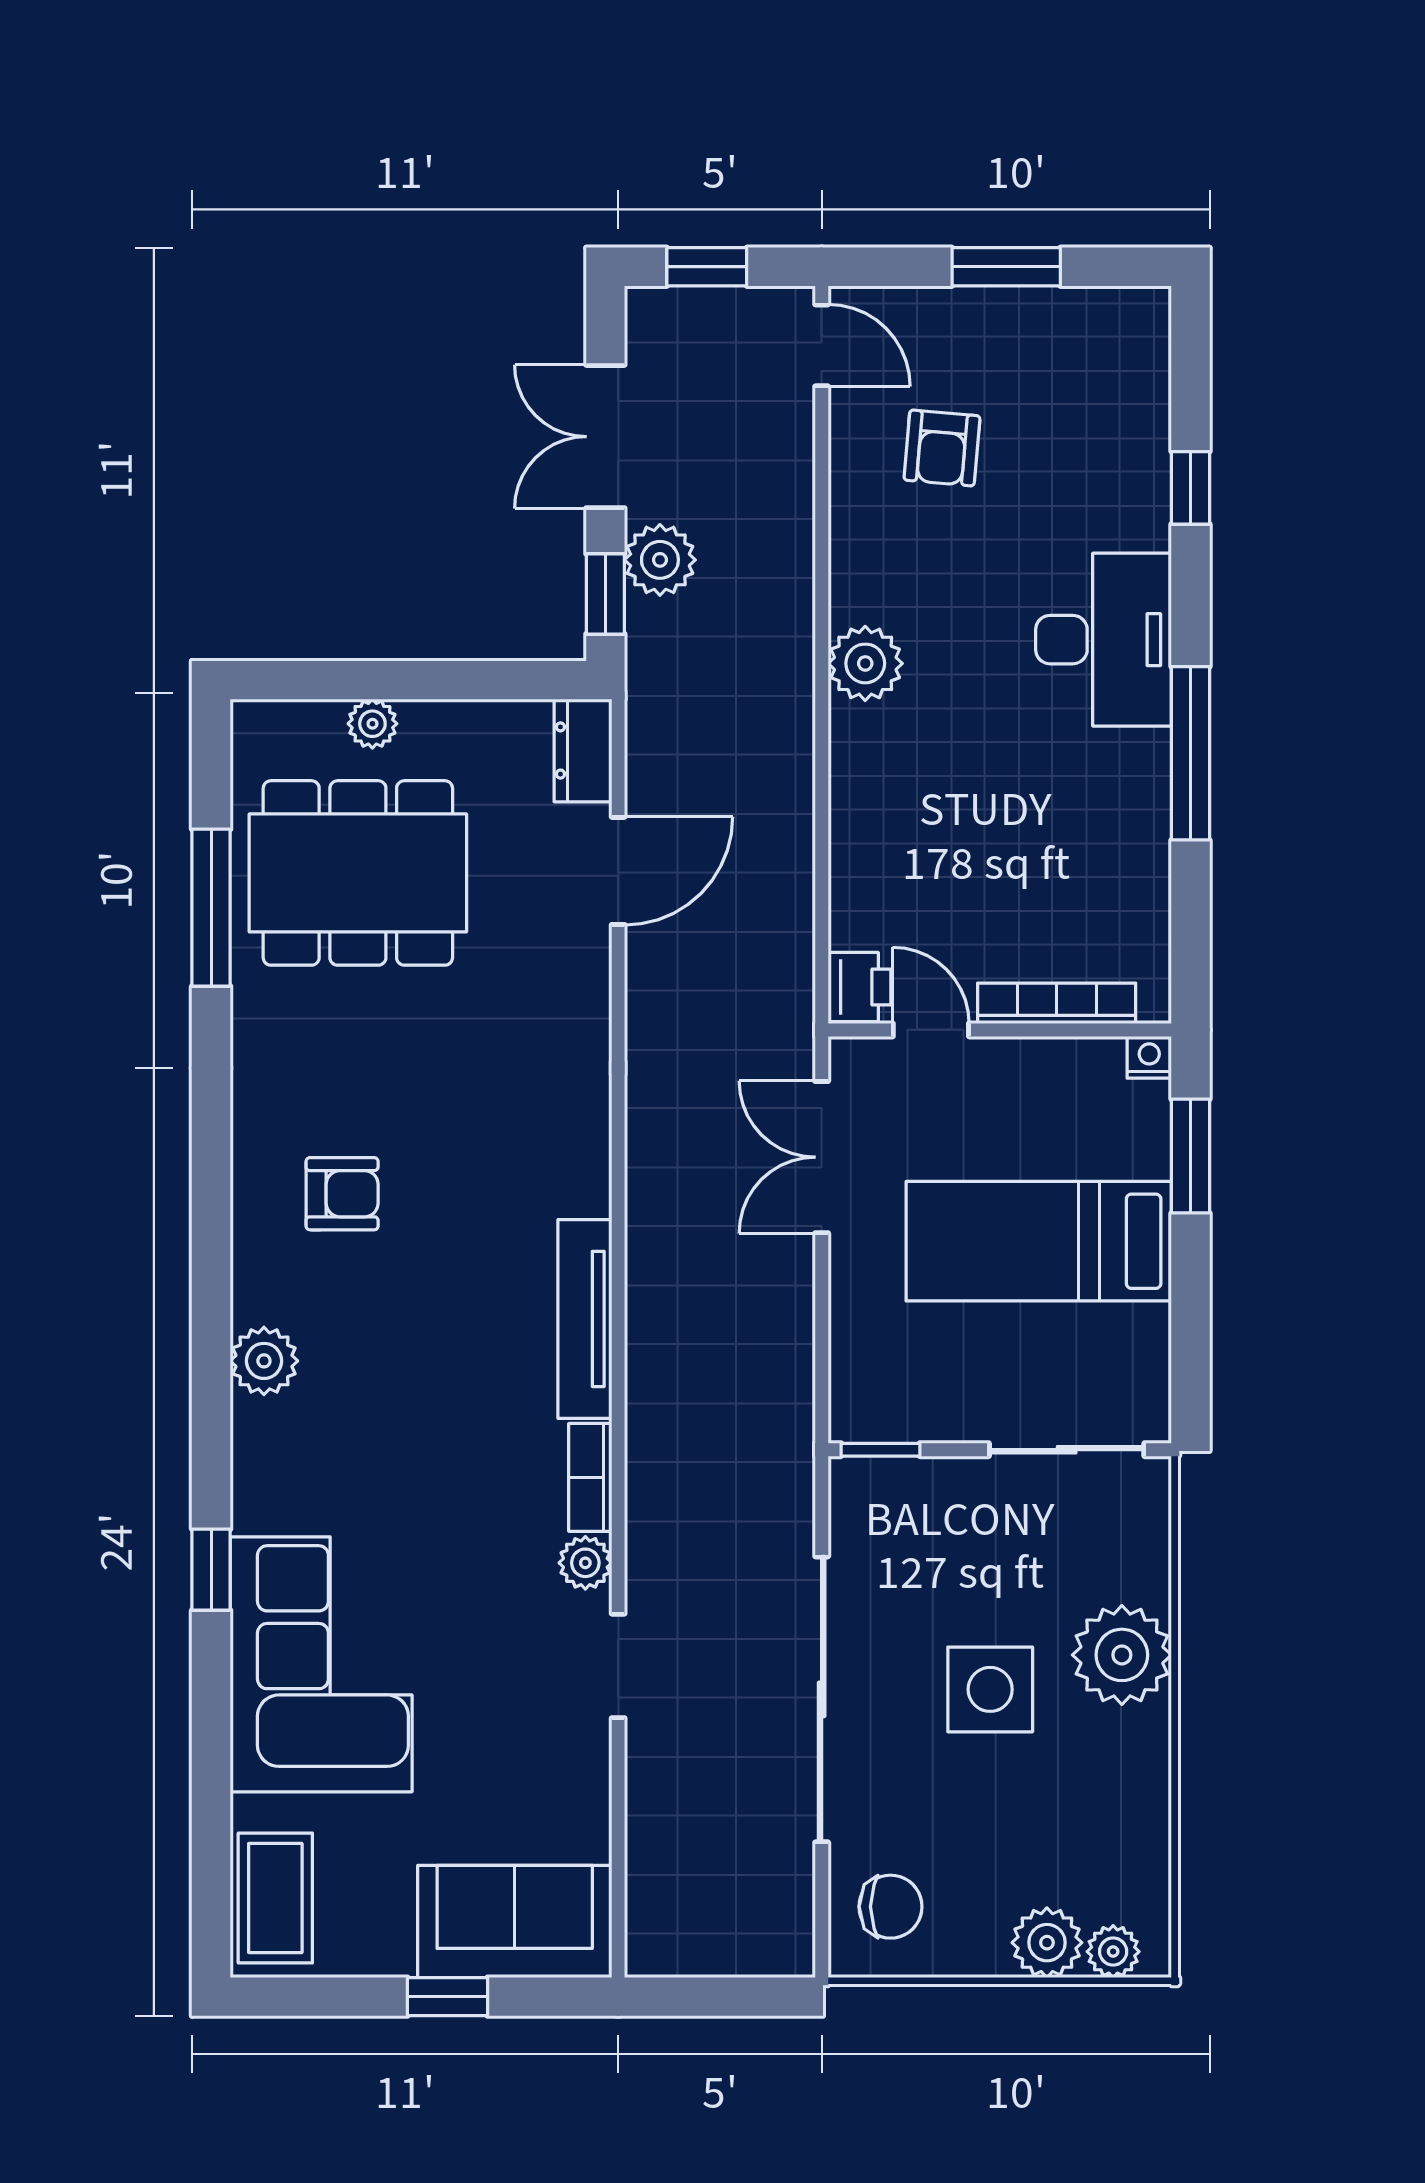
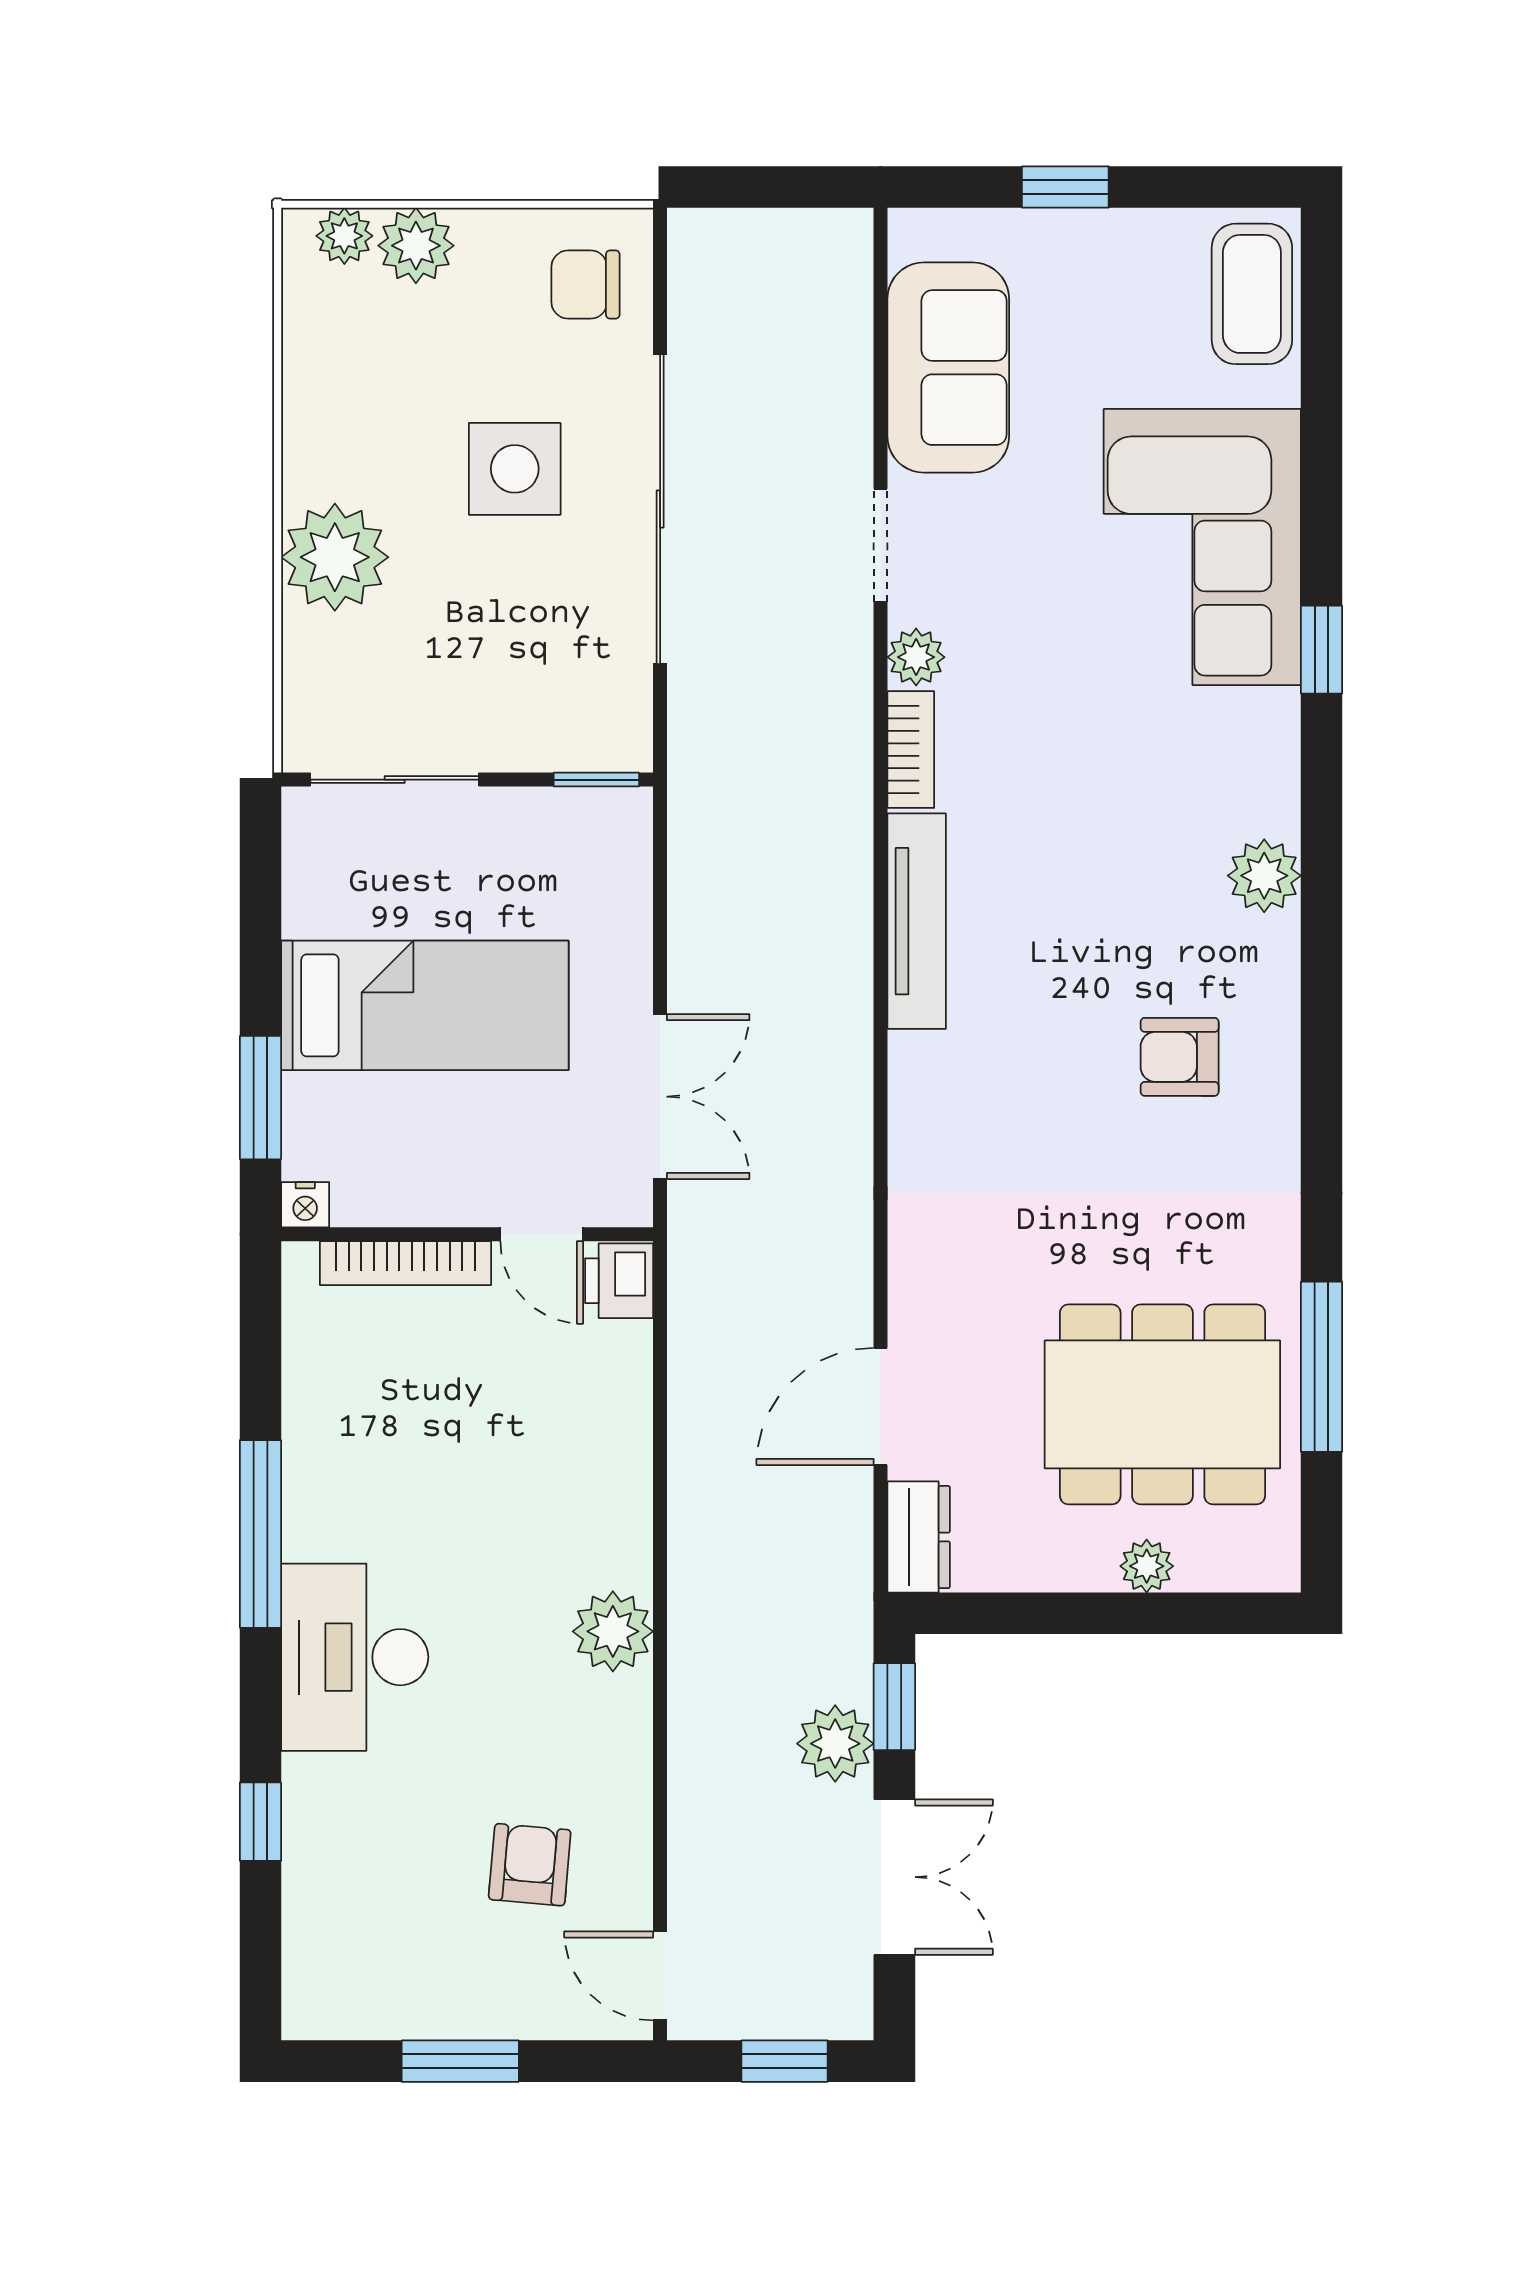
side table: (990, 1689) -> (515, 469), moved
sofa: (515, 1921) -> (948, 368), moved, turned -90

